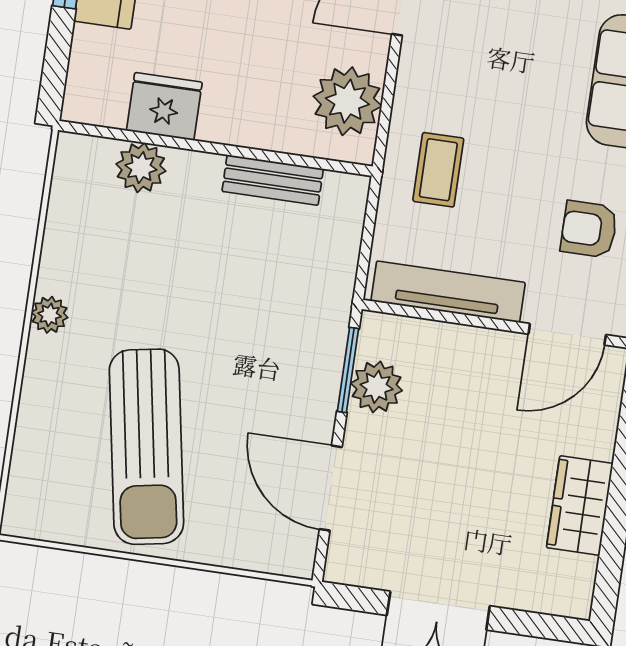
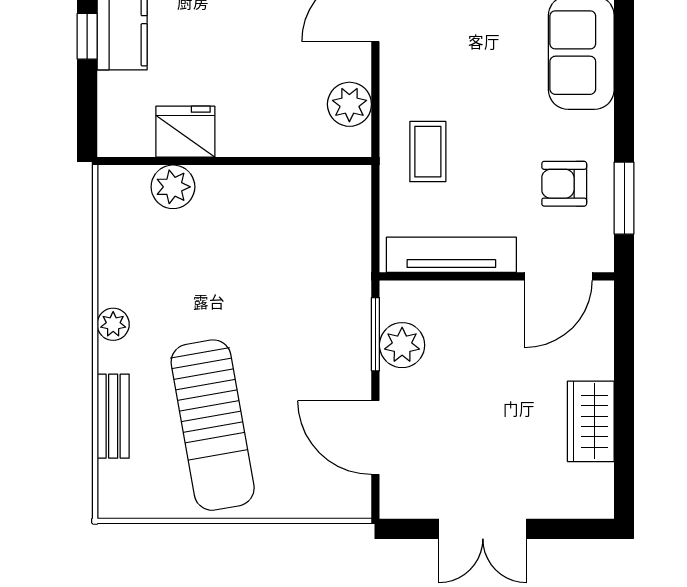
plant: (347, 101) -> (349, 104), width x0.73, depth x0.73
bench: (273, 180) -> (113, 416), moved, turned 90

